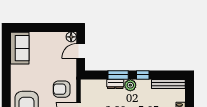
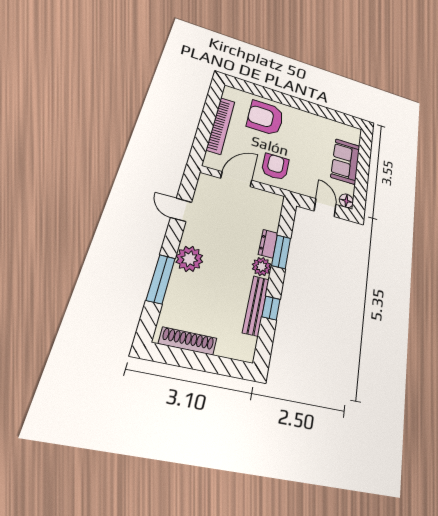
sofa: (20, 48) -> (345, 161), moved, turned 90
window: (143, 75) -> (271, 308), moved
bench: (168, 84) -> (256, 306), moved

